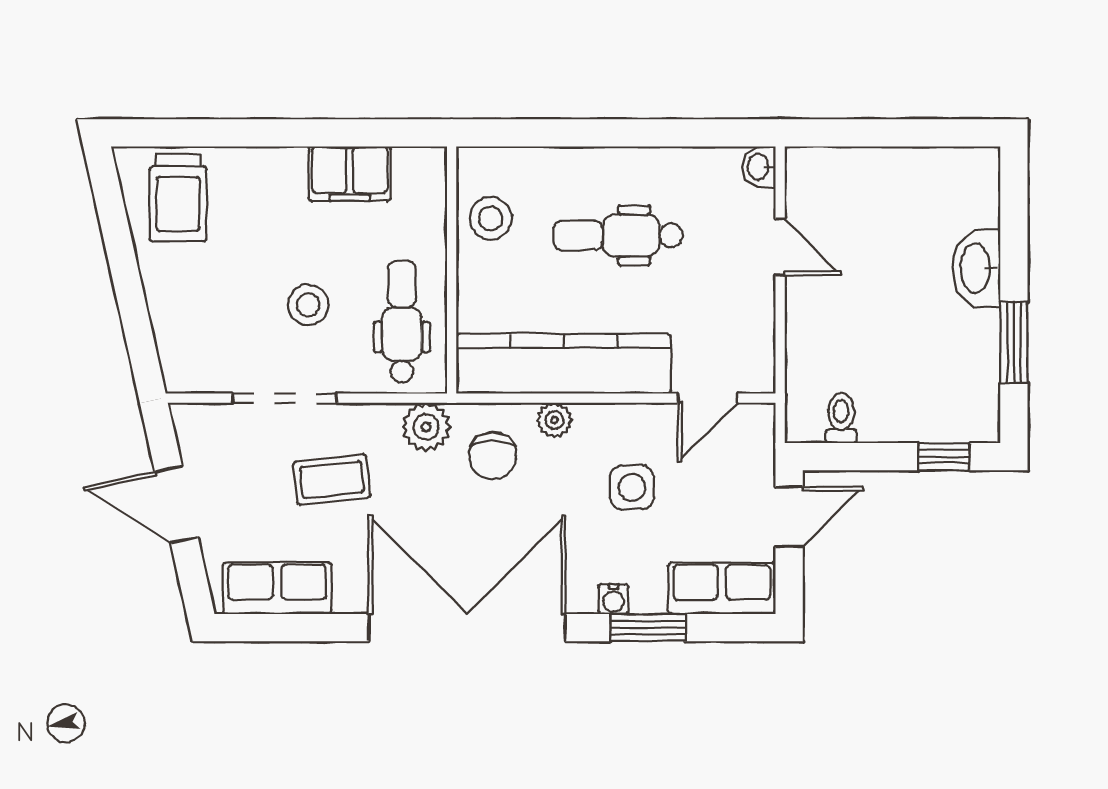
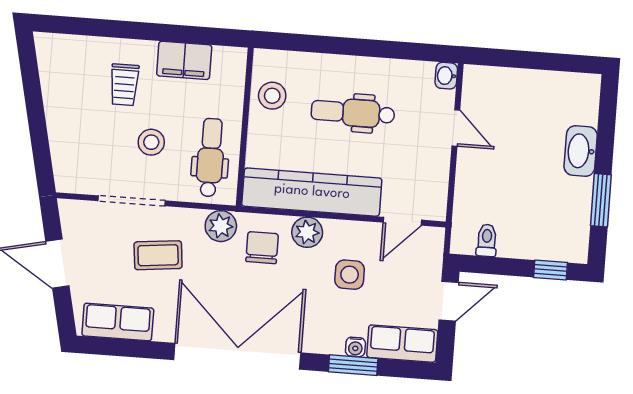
trolley: (178, 198) -> (124, 85), moved, width x0.73, depth x0.72
plant: (555, 420) -> (307, 232), width x1.38, depth x1.38
chair: (493, 456) -> (262, 248), turned 180
water cooler: (613, 599) -> (355, 347), moved

